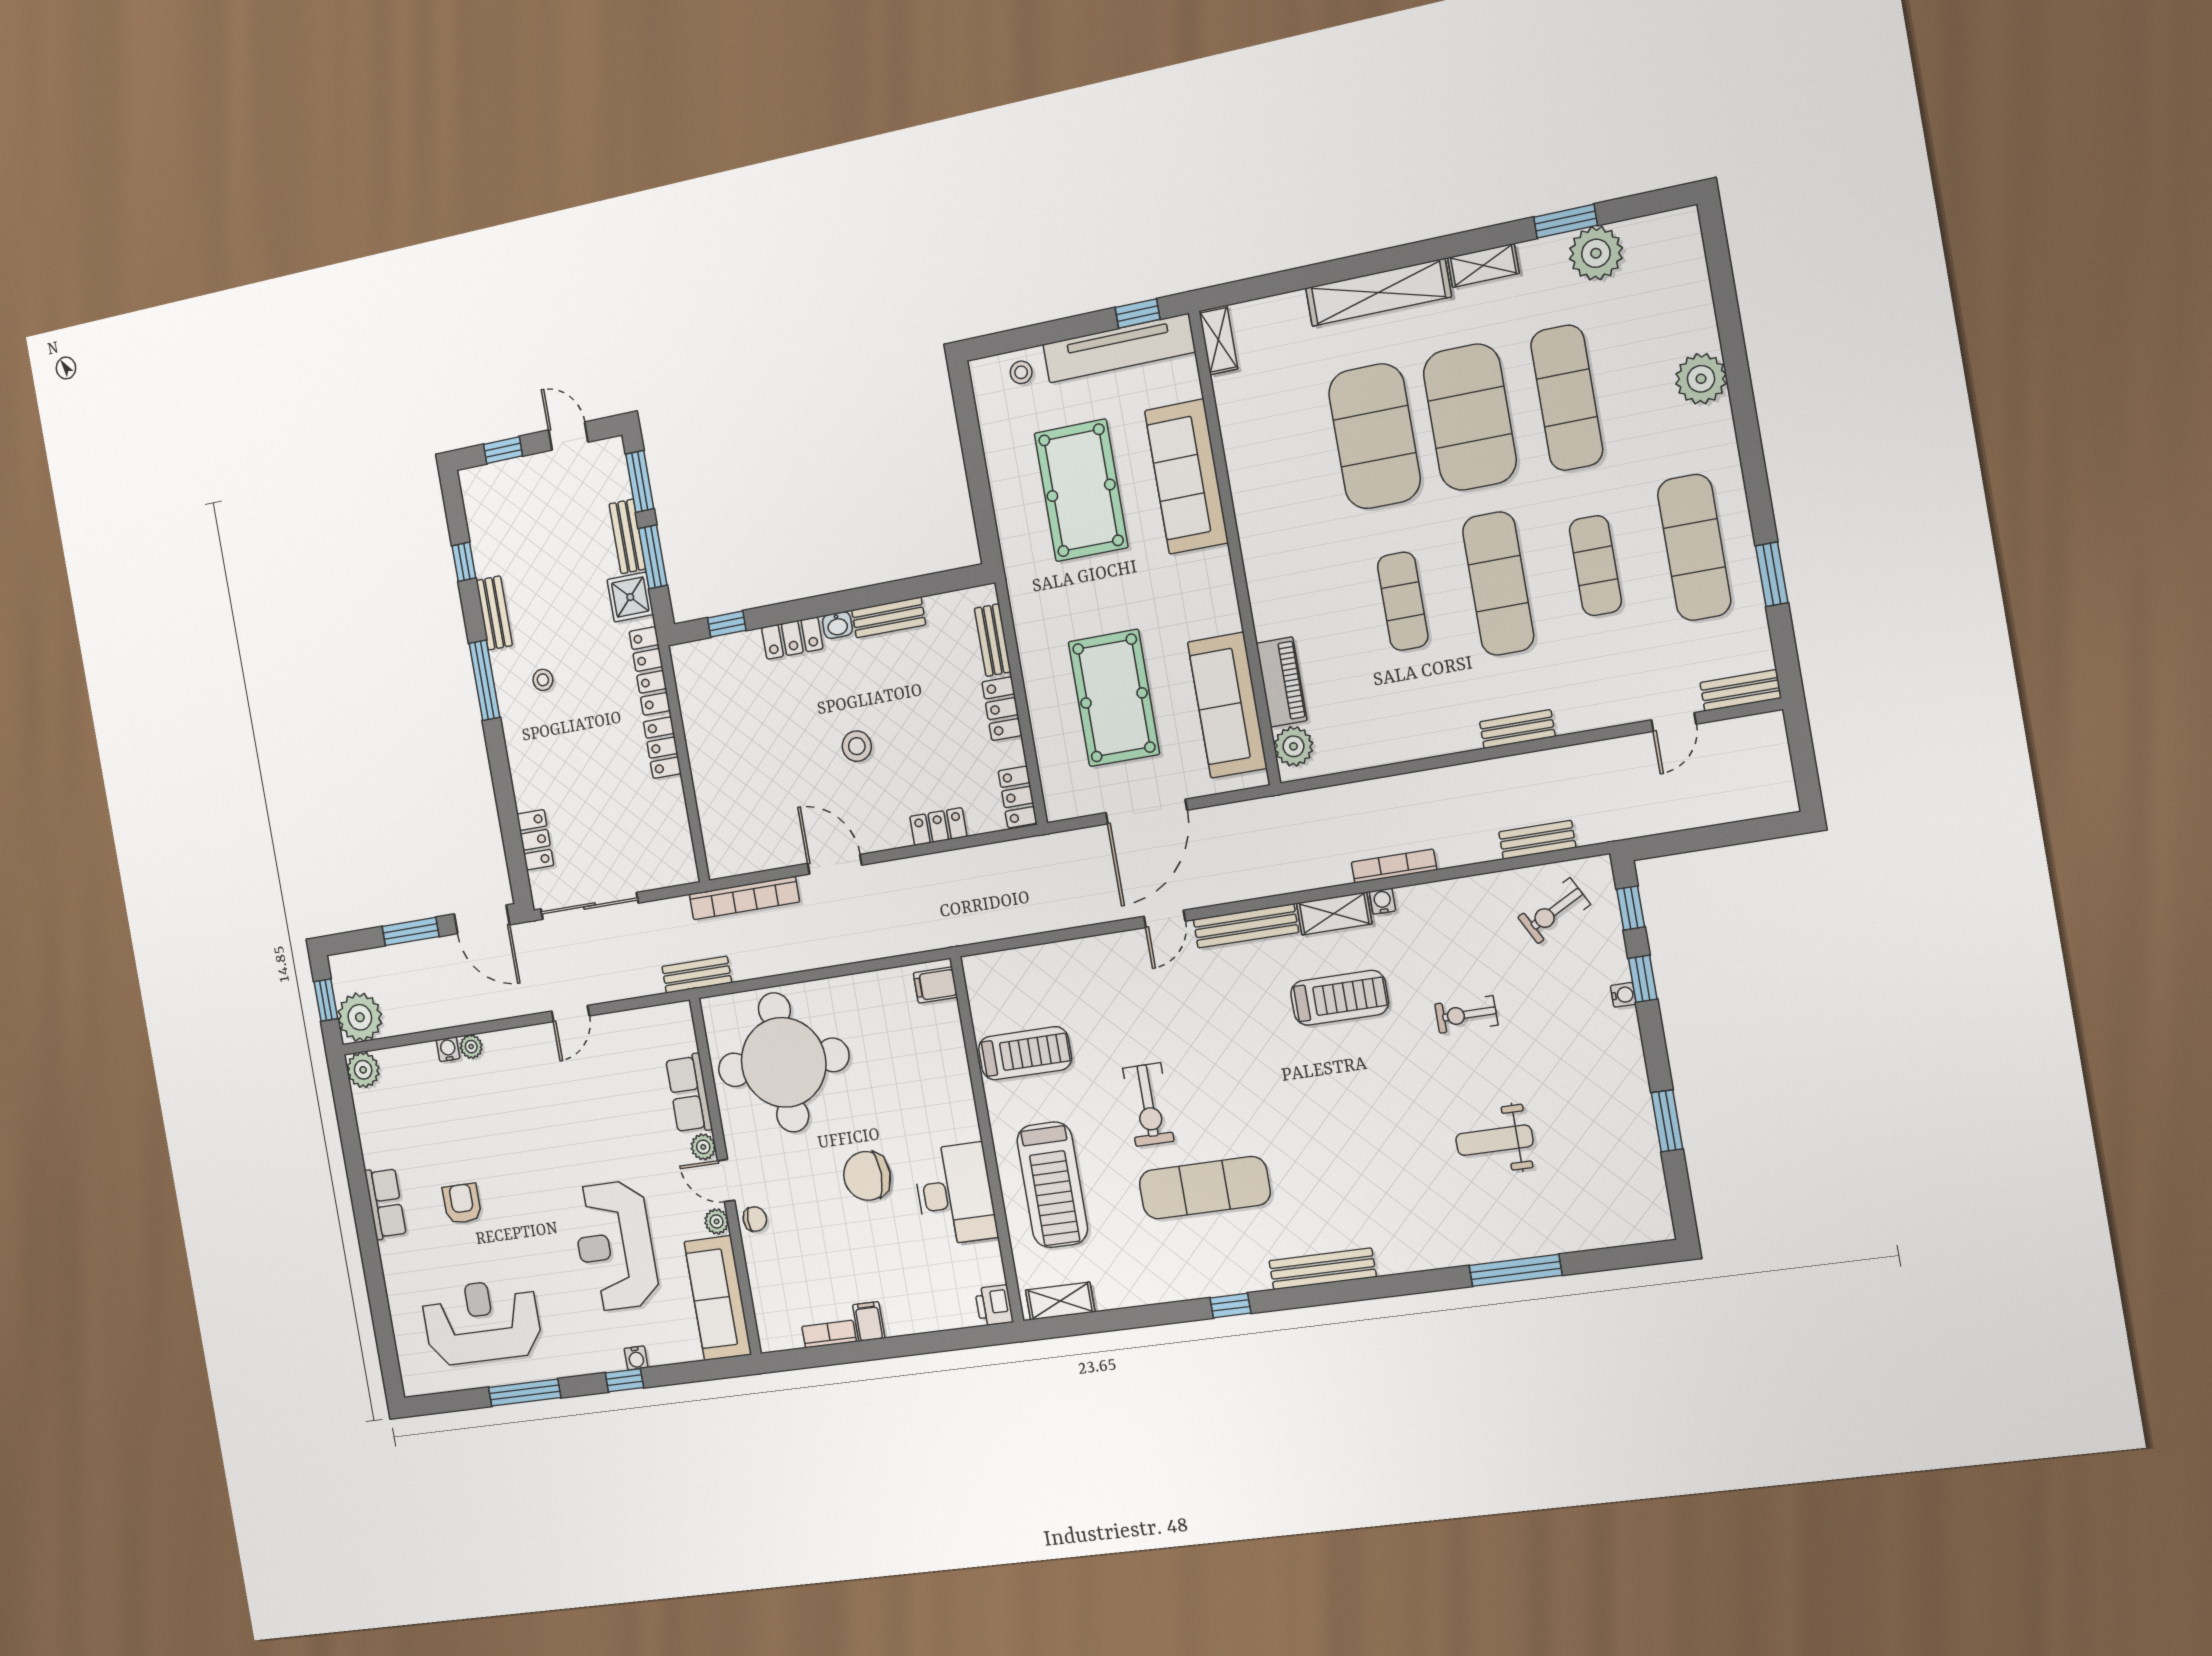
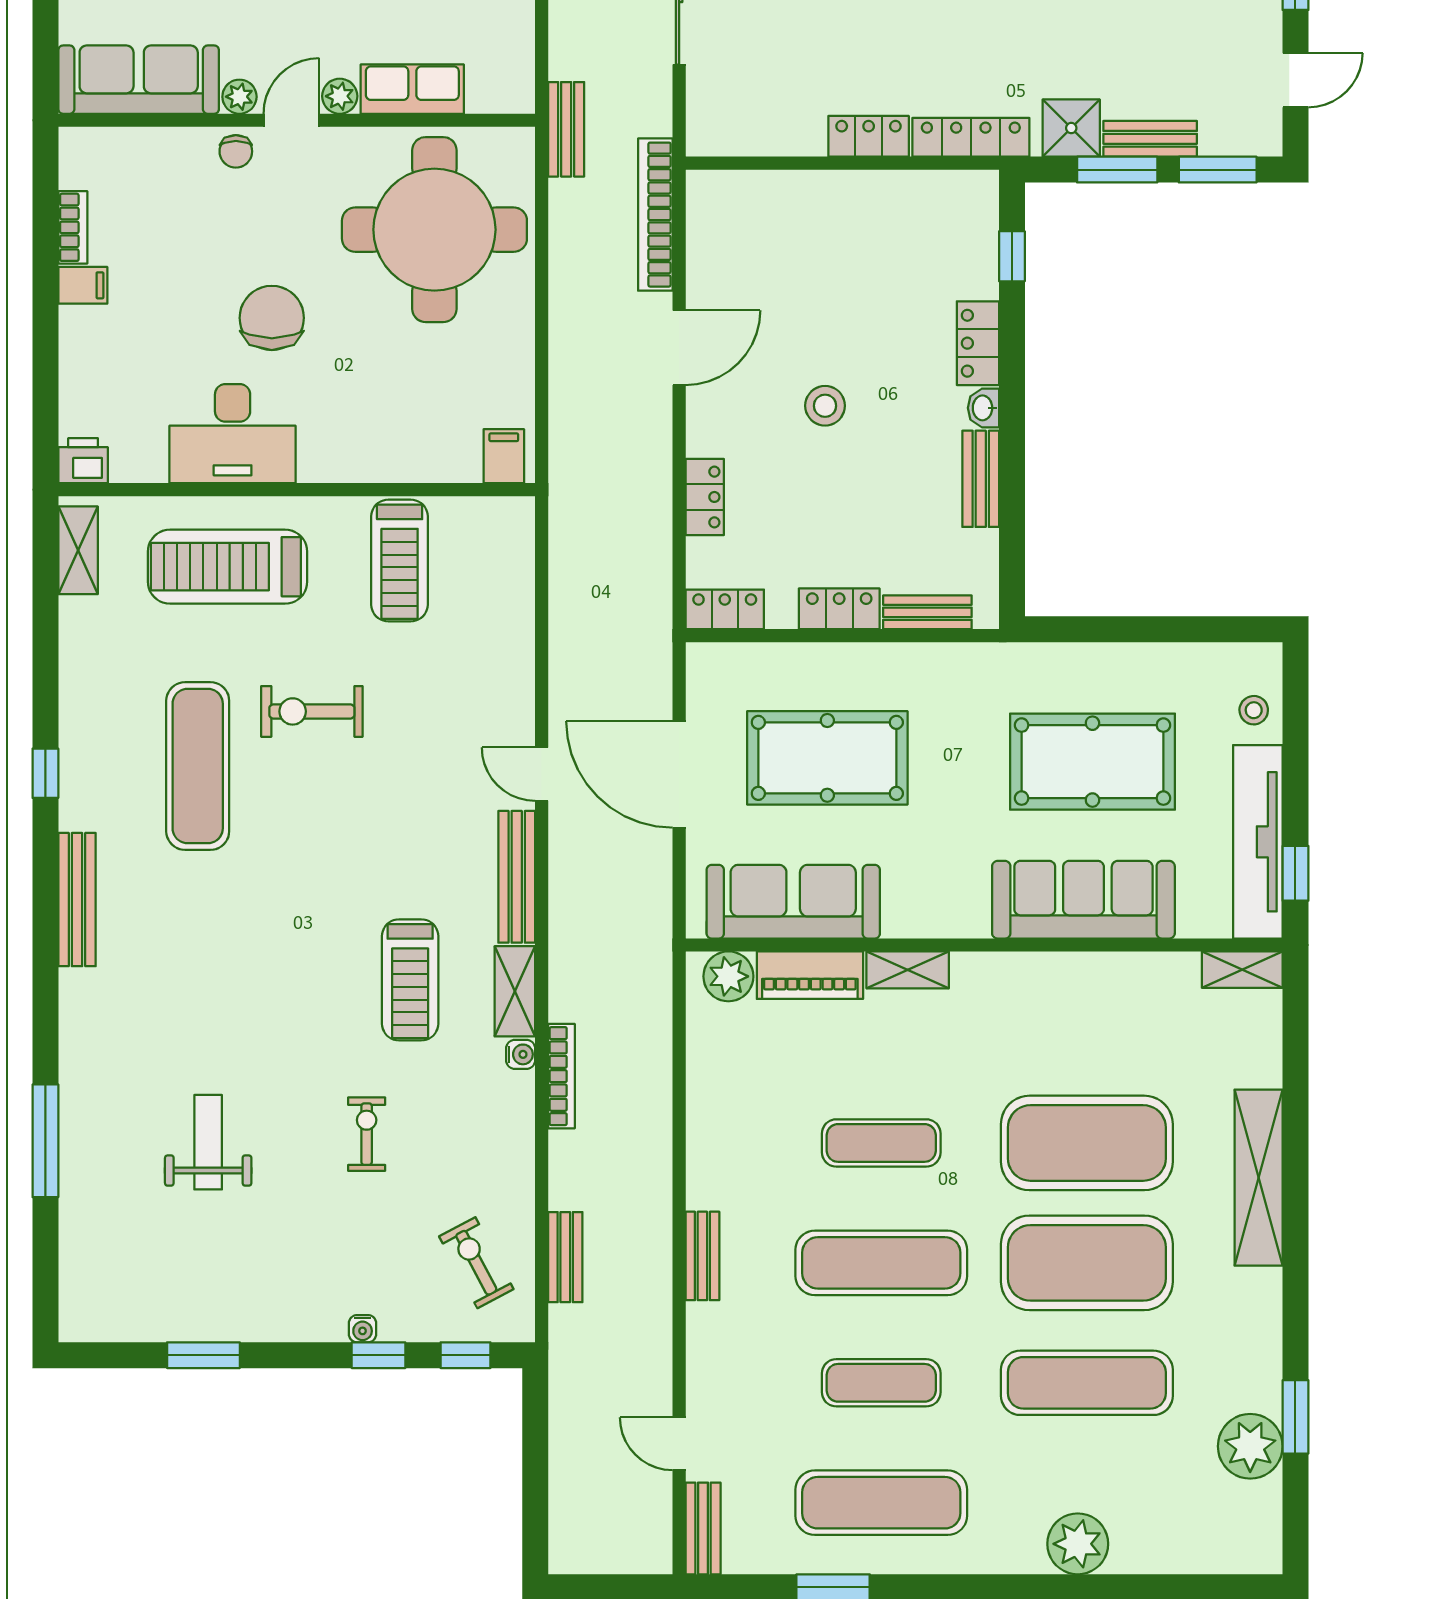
shelving: (1483, 265) -> (908, 970), moved, turned 90

